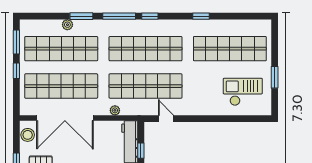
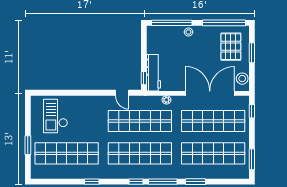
plant: (67, 25) -> (208, 174), removed
window: (16, 71) -> (252, 111), moved
window: (275, 77) -> (28, 145), moved
checkout: (243, 92) -> (56, 116), turned 90
window: (141, 151) -> (144, 78), moved

